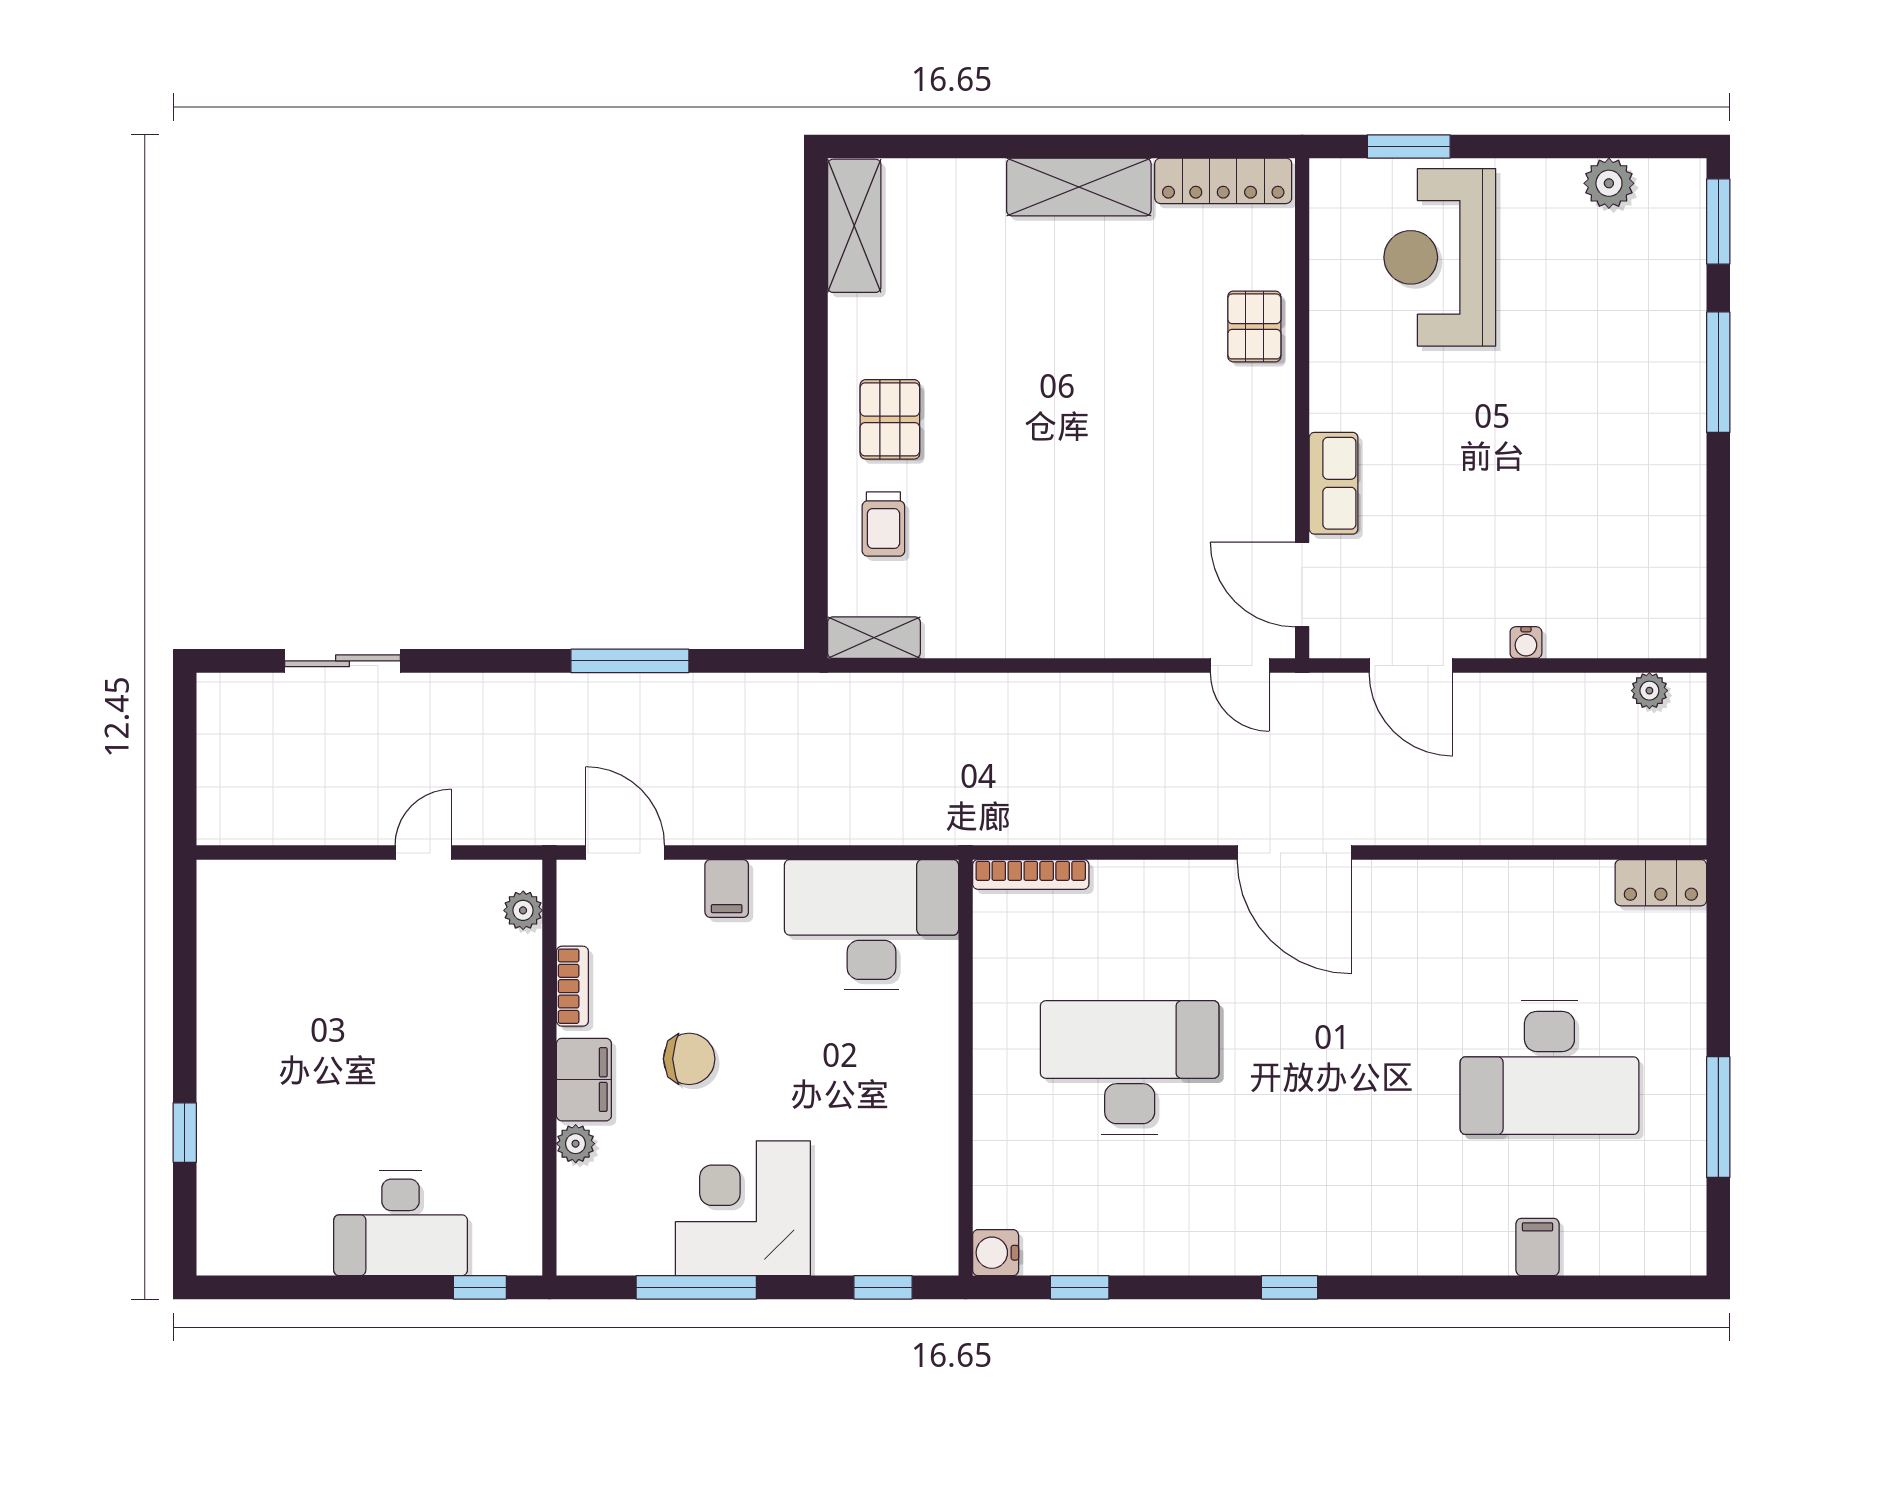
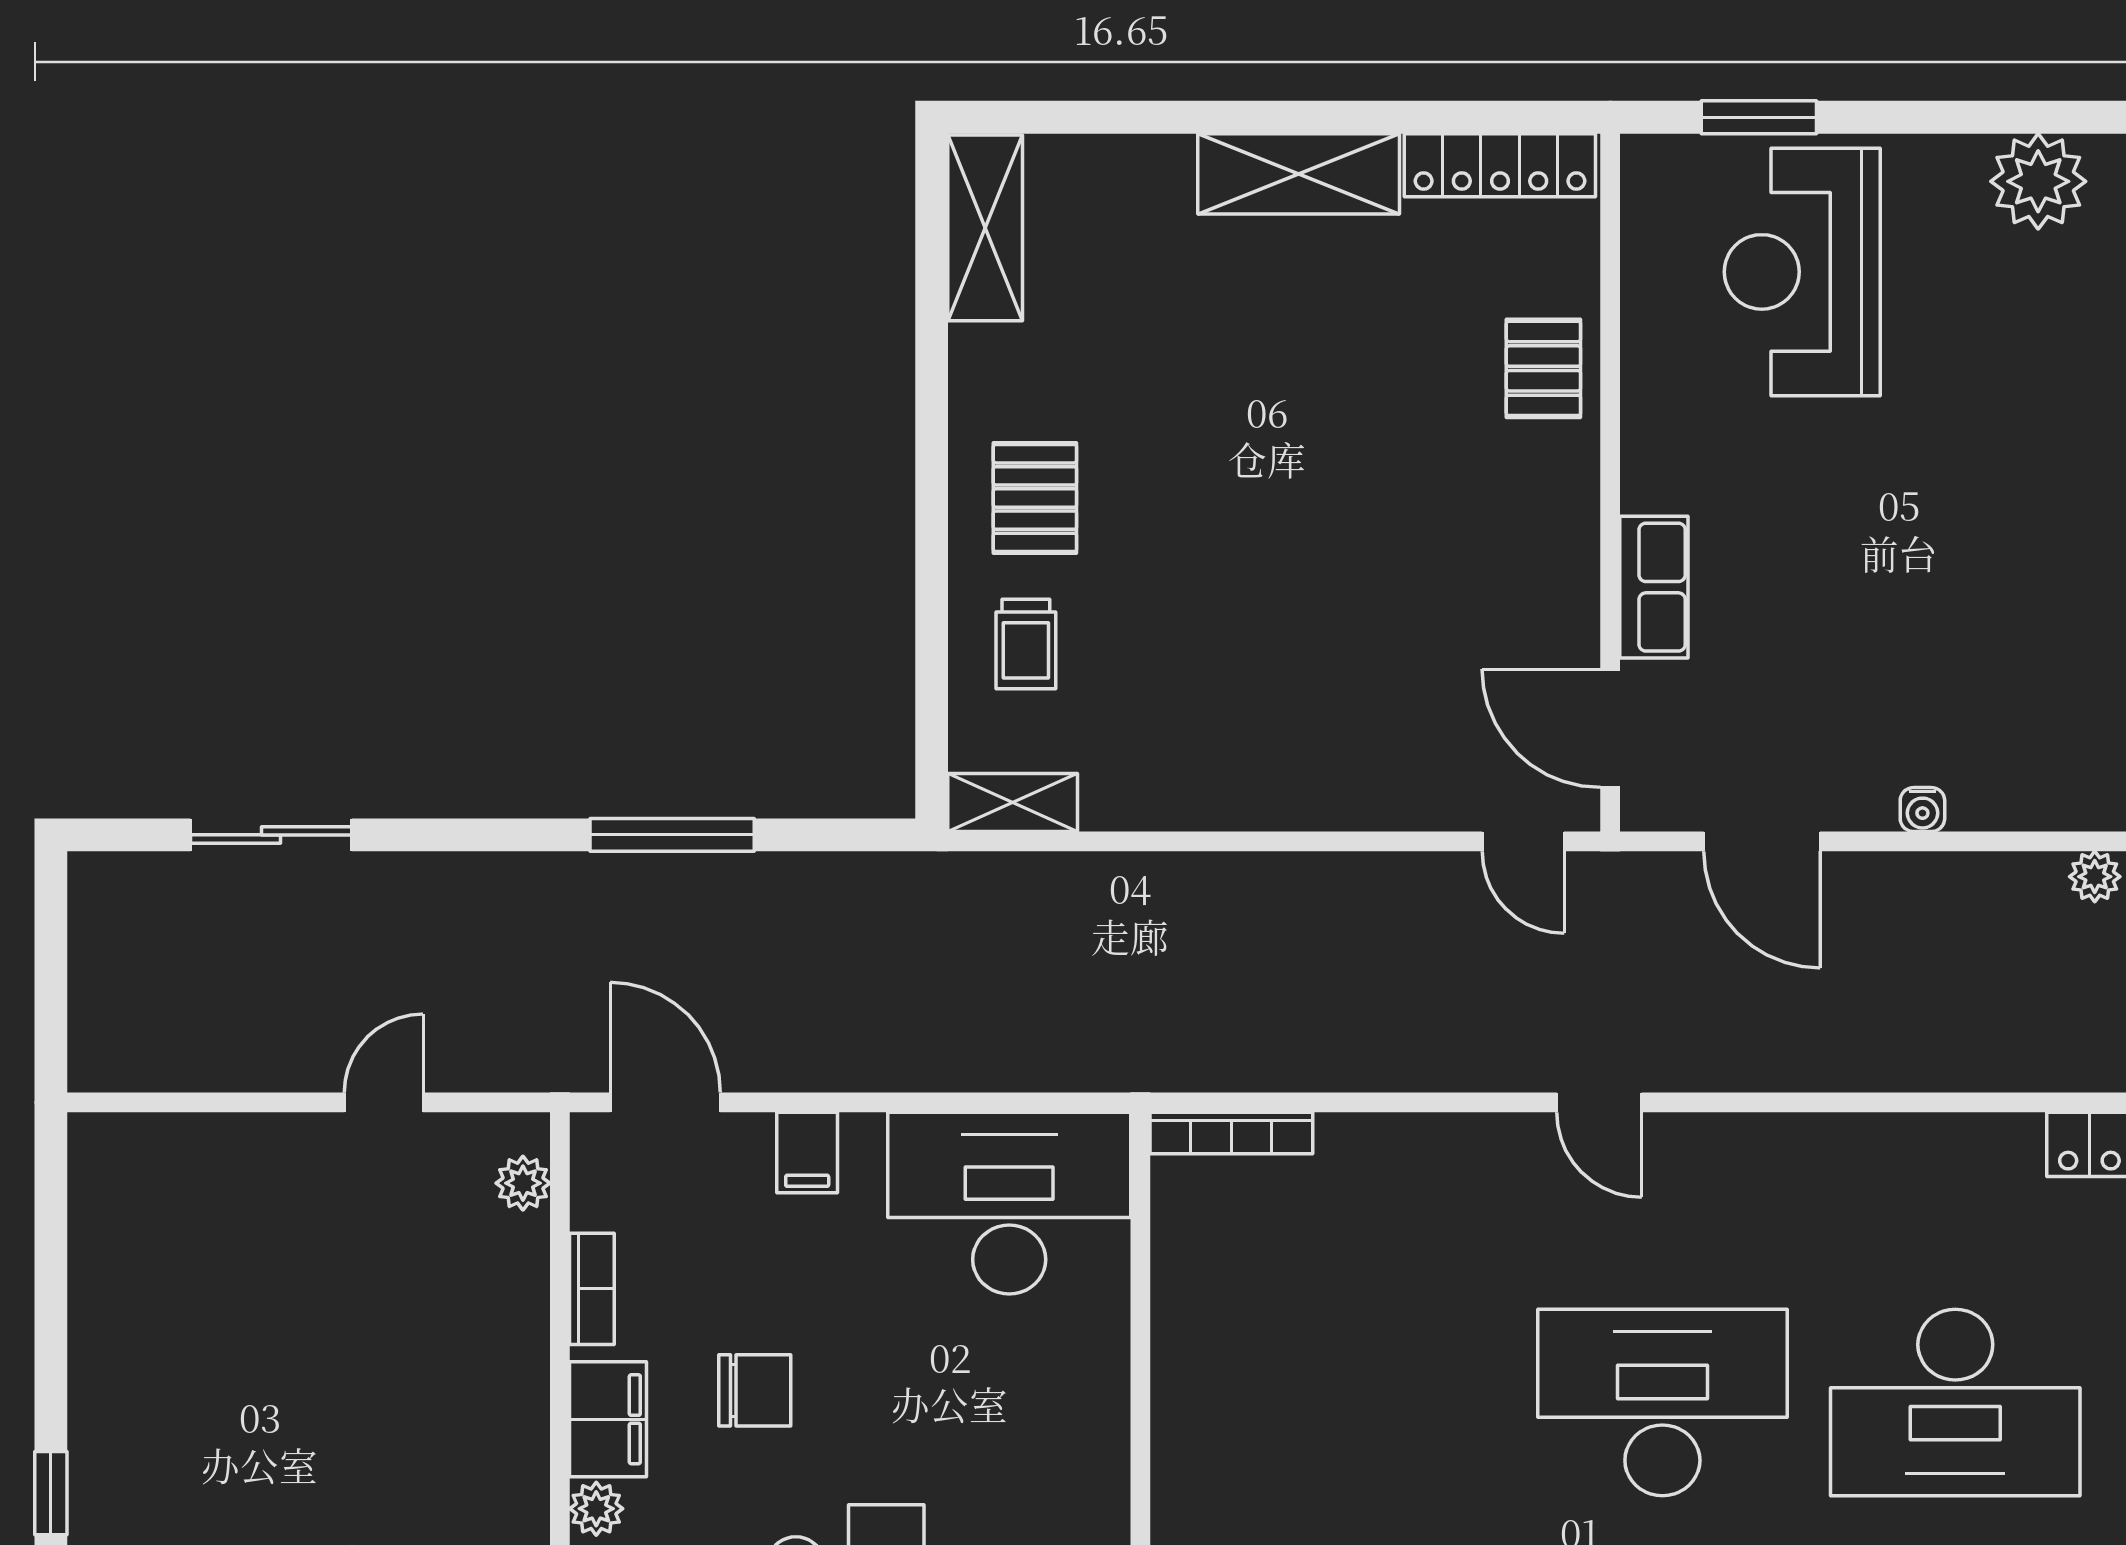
plant: (1609, 183) -> (2038, 181), width x1.36, depth x1.36
door: (1294, 853) -> (1599, 1102), width x0.53
desk: (1130, 1068) -> (1662, 1403), moved

